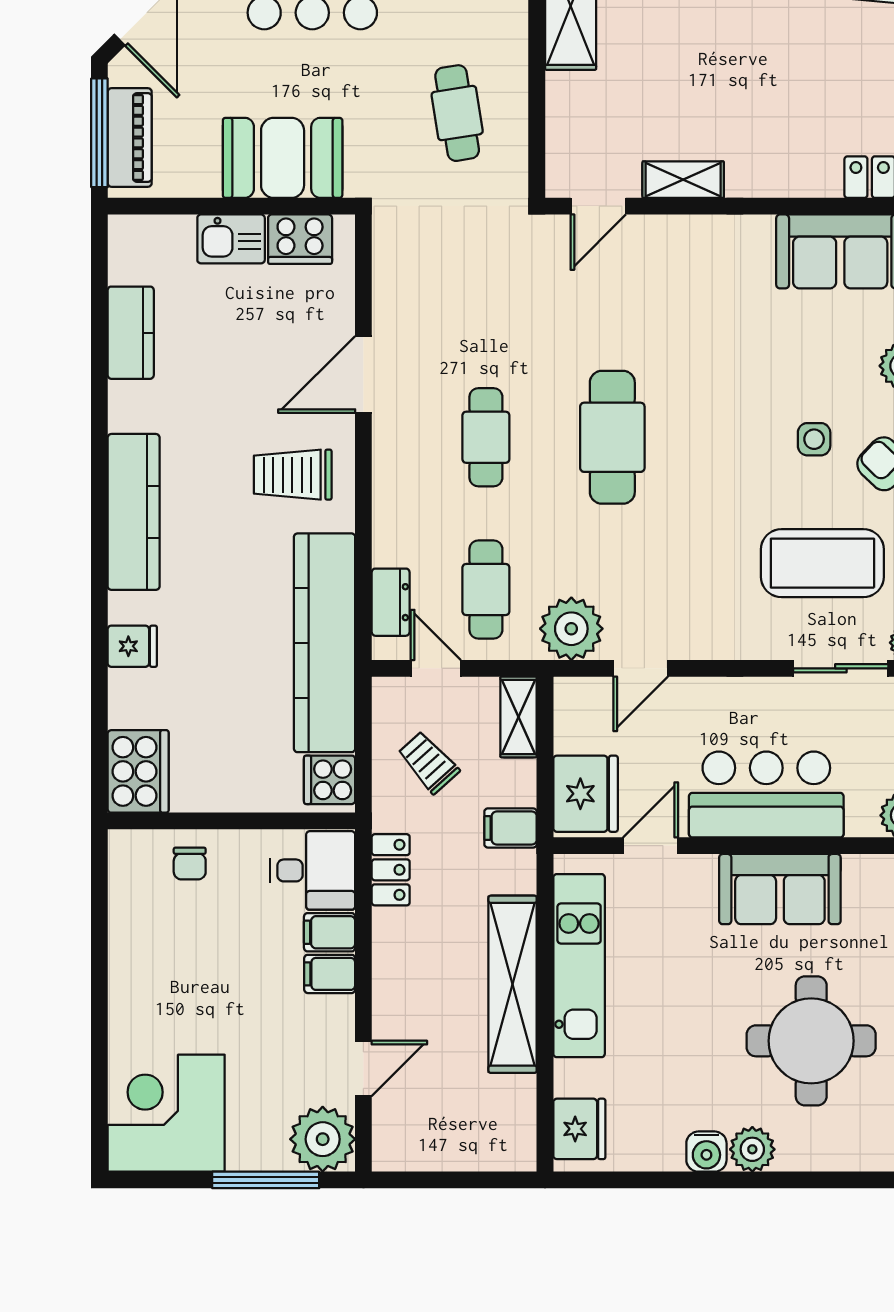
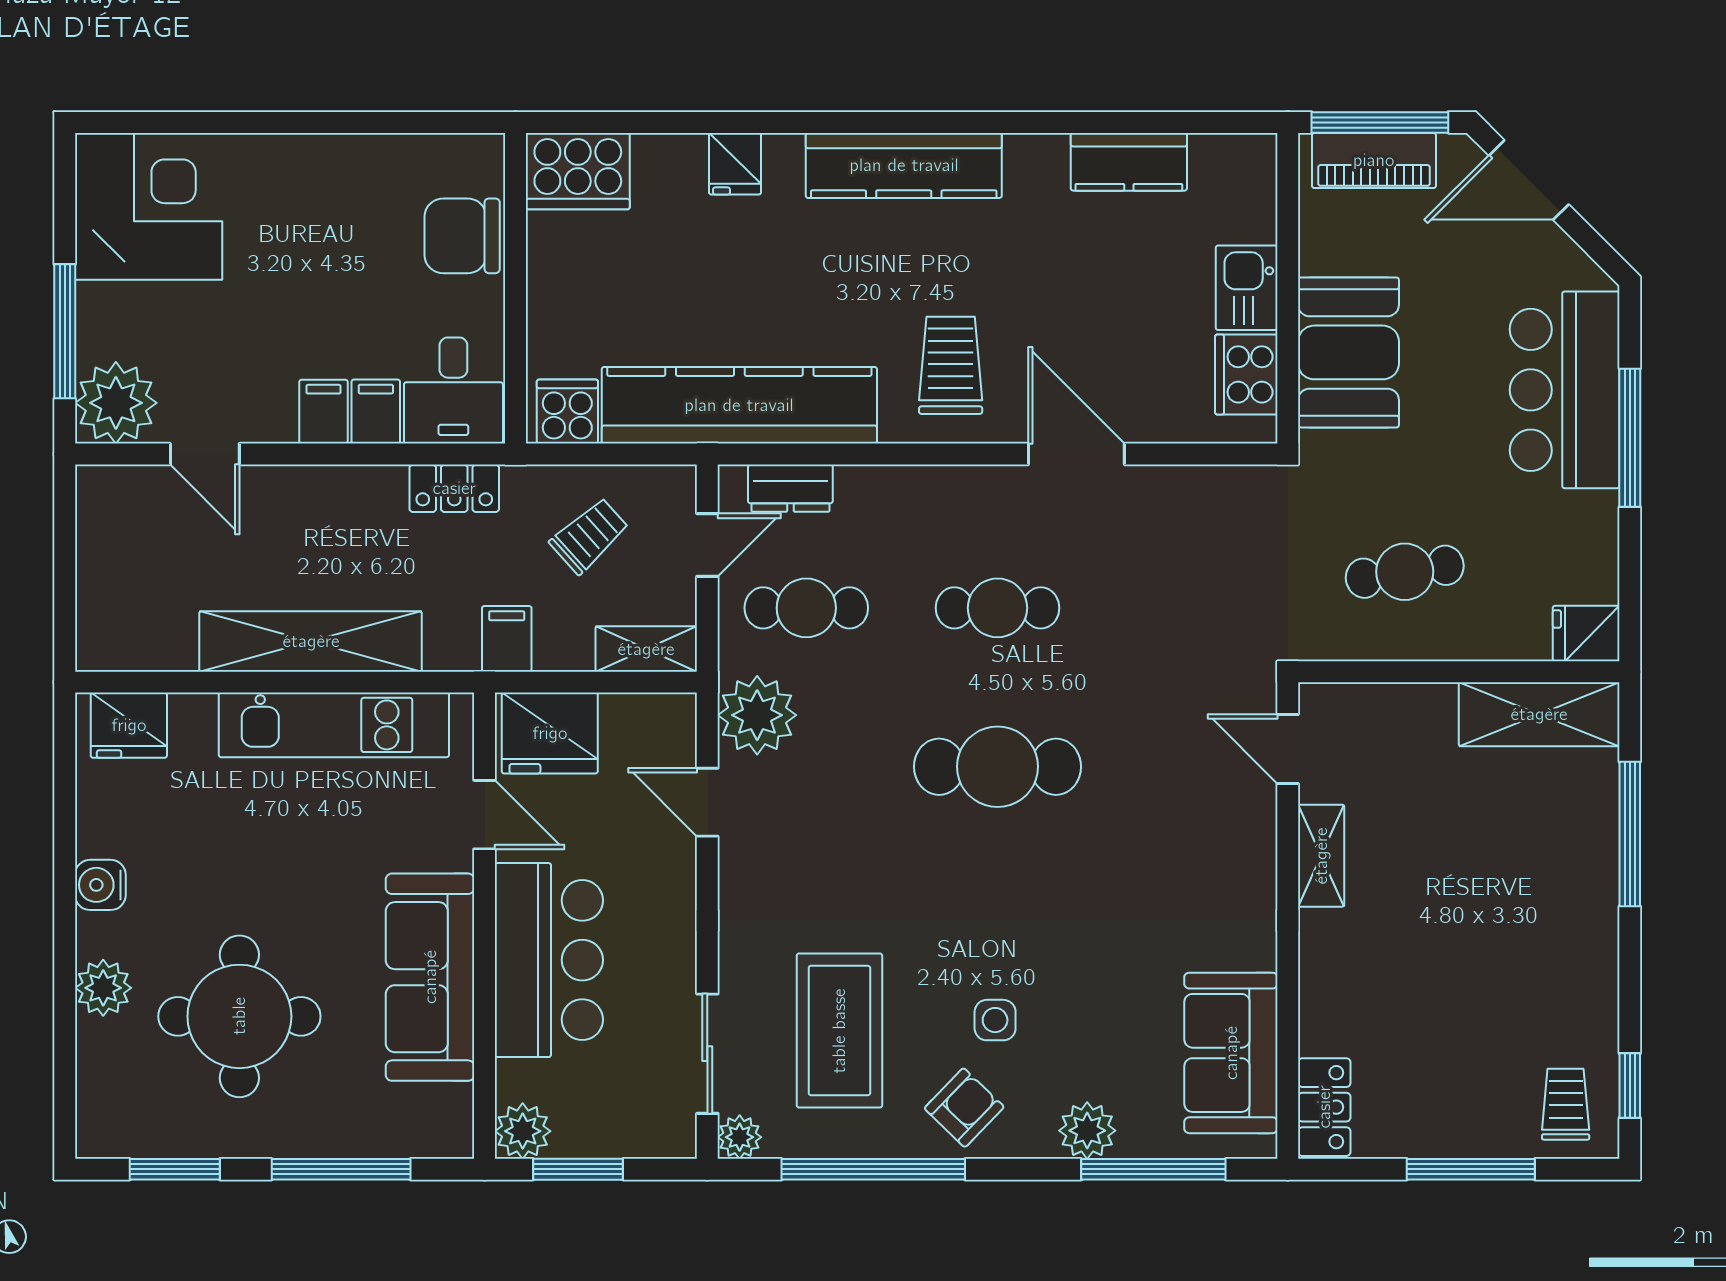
chair: (190, 864) -> (462, 236), width x1.87, depth x1.87
sofa: (780, 889) -> (430, 977), width x1.36
plant: (752, 1149) -> (103, 988), moved

